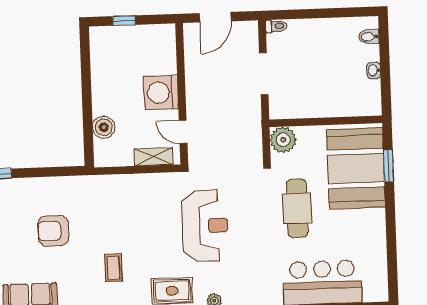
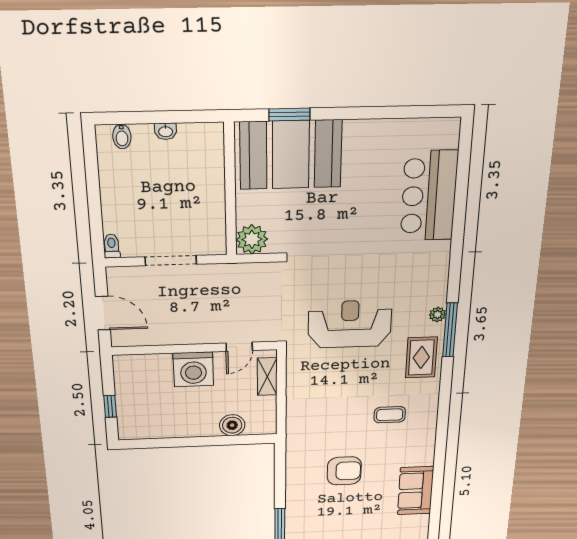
cafe table: (297, 208) -> (336, 224), removed
armchair: (53, 231) -> (344, 471), turned -90

